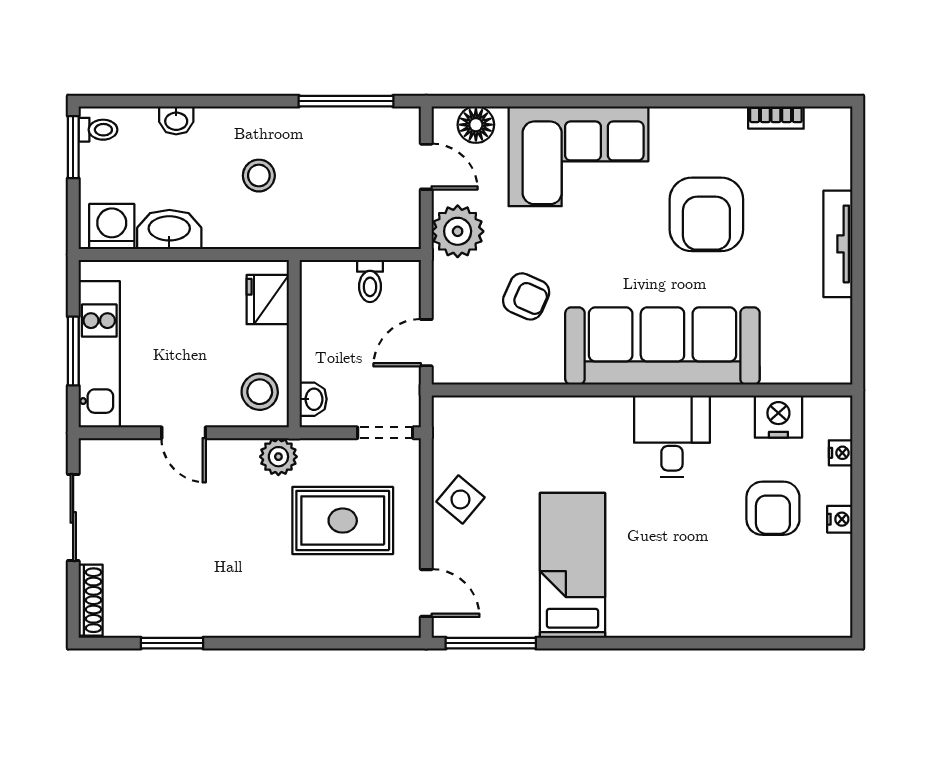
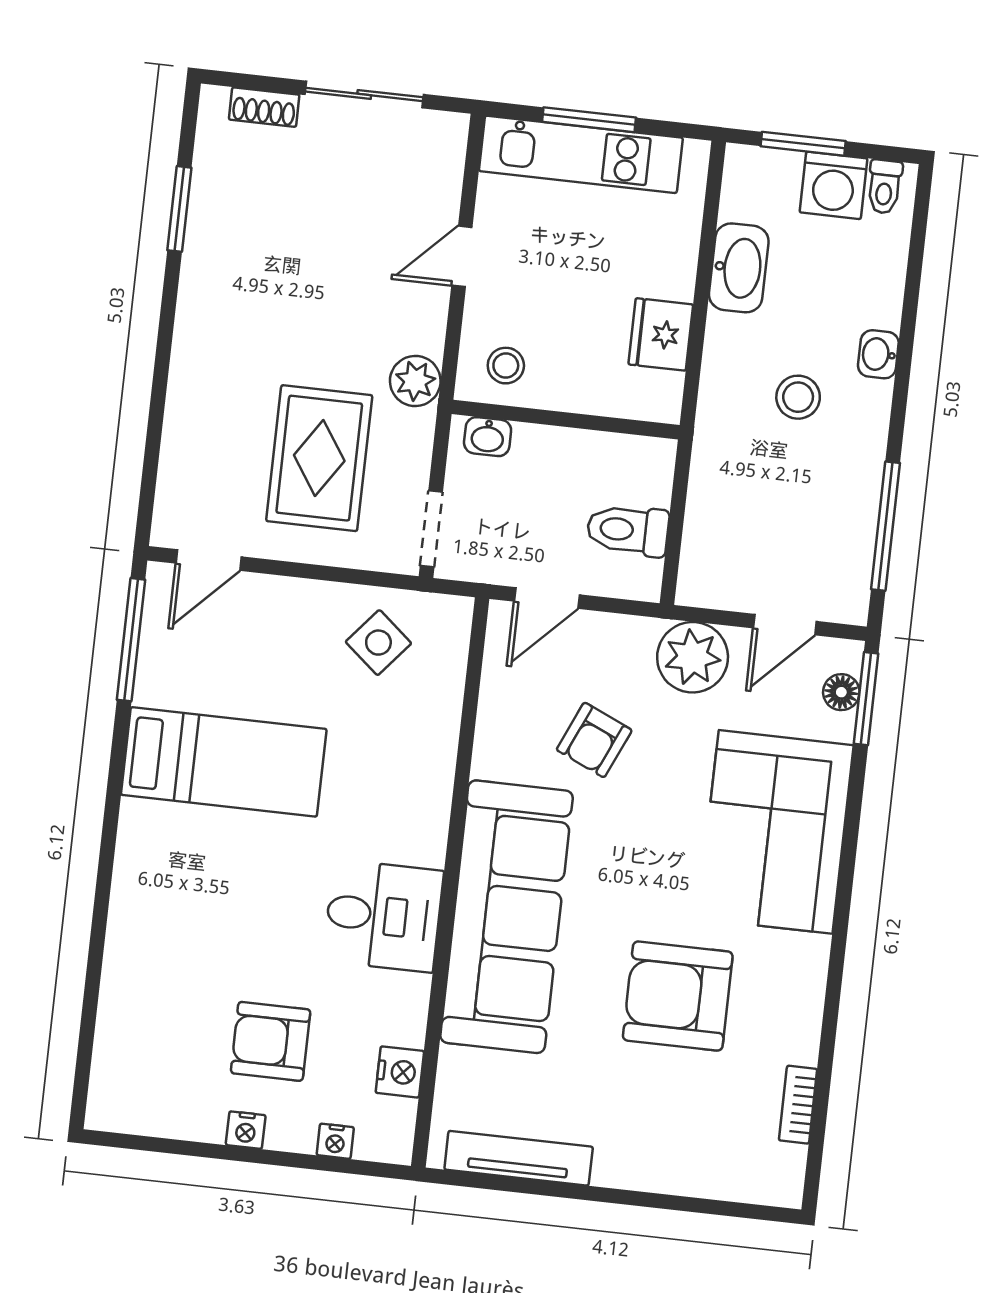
window: (474, 101) -> (866, 699), added
washbasin: (176, 120) -> (878, 354), moved
floor lamp: (476, 125) -> (841, 692), width x0.73, depth x0.73
window: (73, 147) -> (803, 144), moved
washing machine: (112, 227) -> (834, 185), moved, turned 90
tv unit: (838, 244) -> (519, 1158), moved
toilet: (370, 281) -> (628, 530), width x1.37, depth x1.39
fridge: (268, 300) -> (661, 334), moved, turned -90
door: (426, 343) -> (547, 598), swing flipped
stool: (260, 392) -> (506, 366), width x0.73, depth x0.73
nightstand: (778, 417) -> (400, 1072), width x0.74, depth x0.75
side table: (460, 499) -> (378, 643), moved
shoe rack: (91, 600) -> (264, 107), width x0.70

